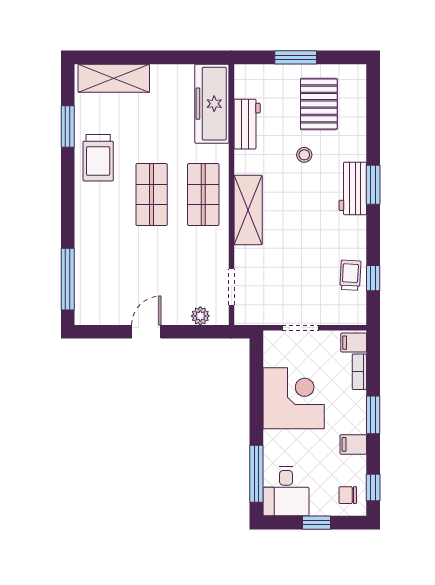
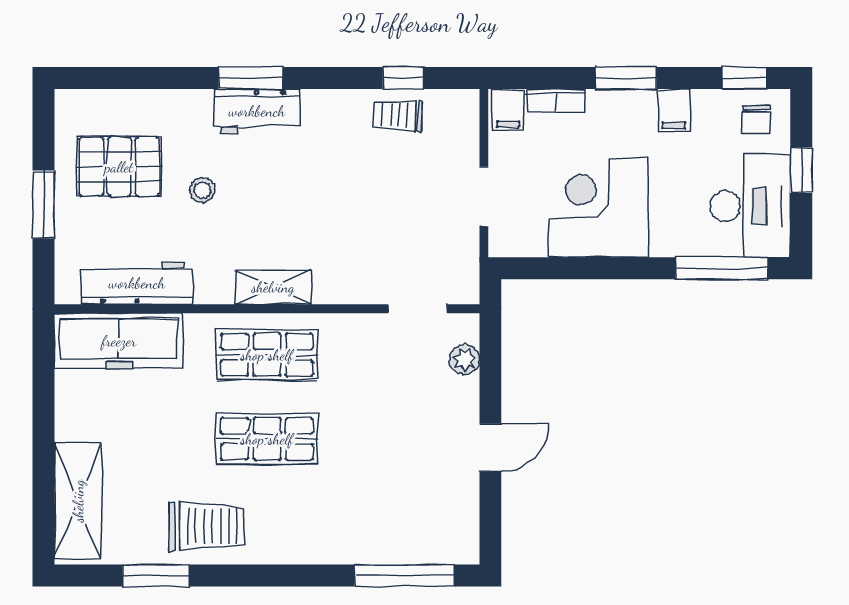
workbench: (247, 124) -> (137, 283), width x1.38
shelving: (248, 210) -> (273, 287), width x0.67, depth x0.75
door: (146, 332) -> (490, 447), swing flipped
desk: (286, 491) -> (750, 206), width x1.37

